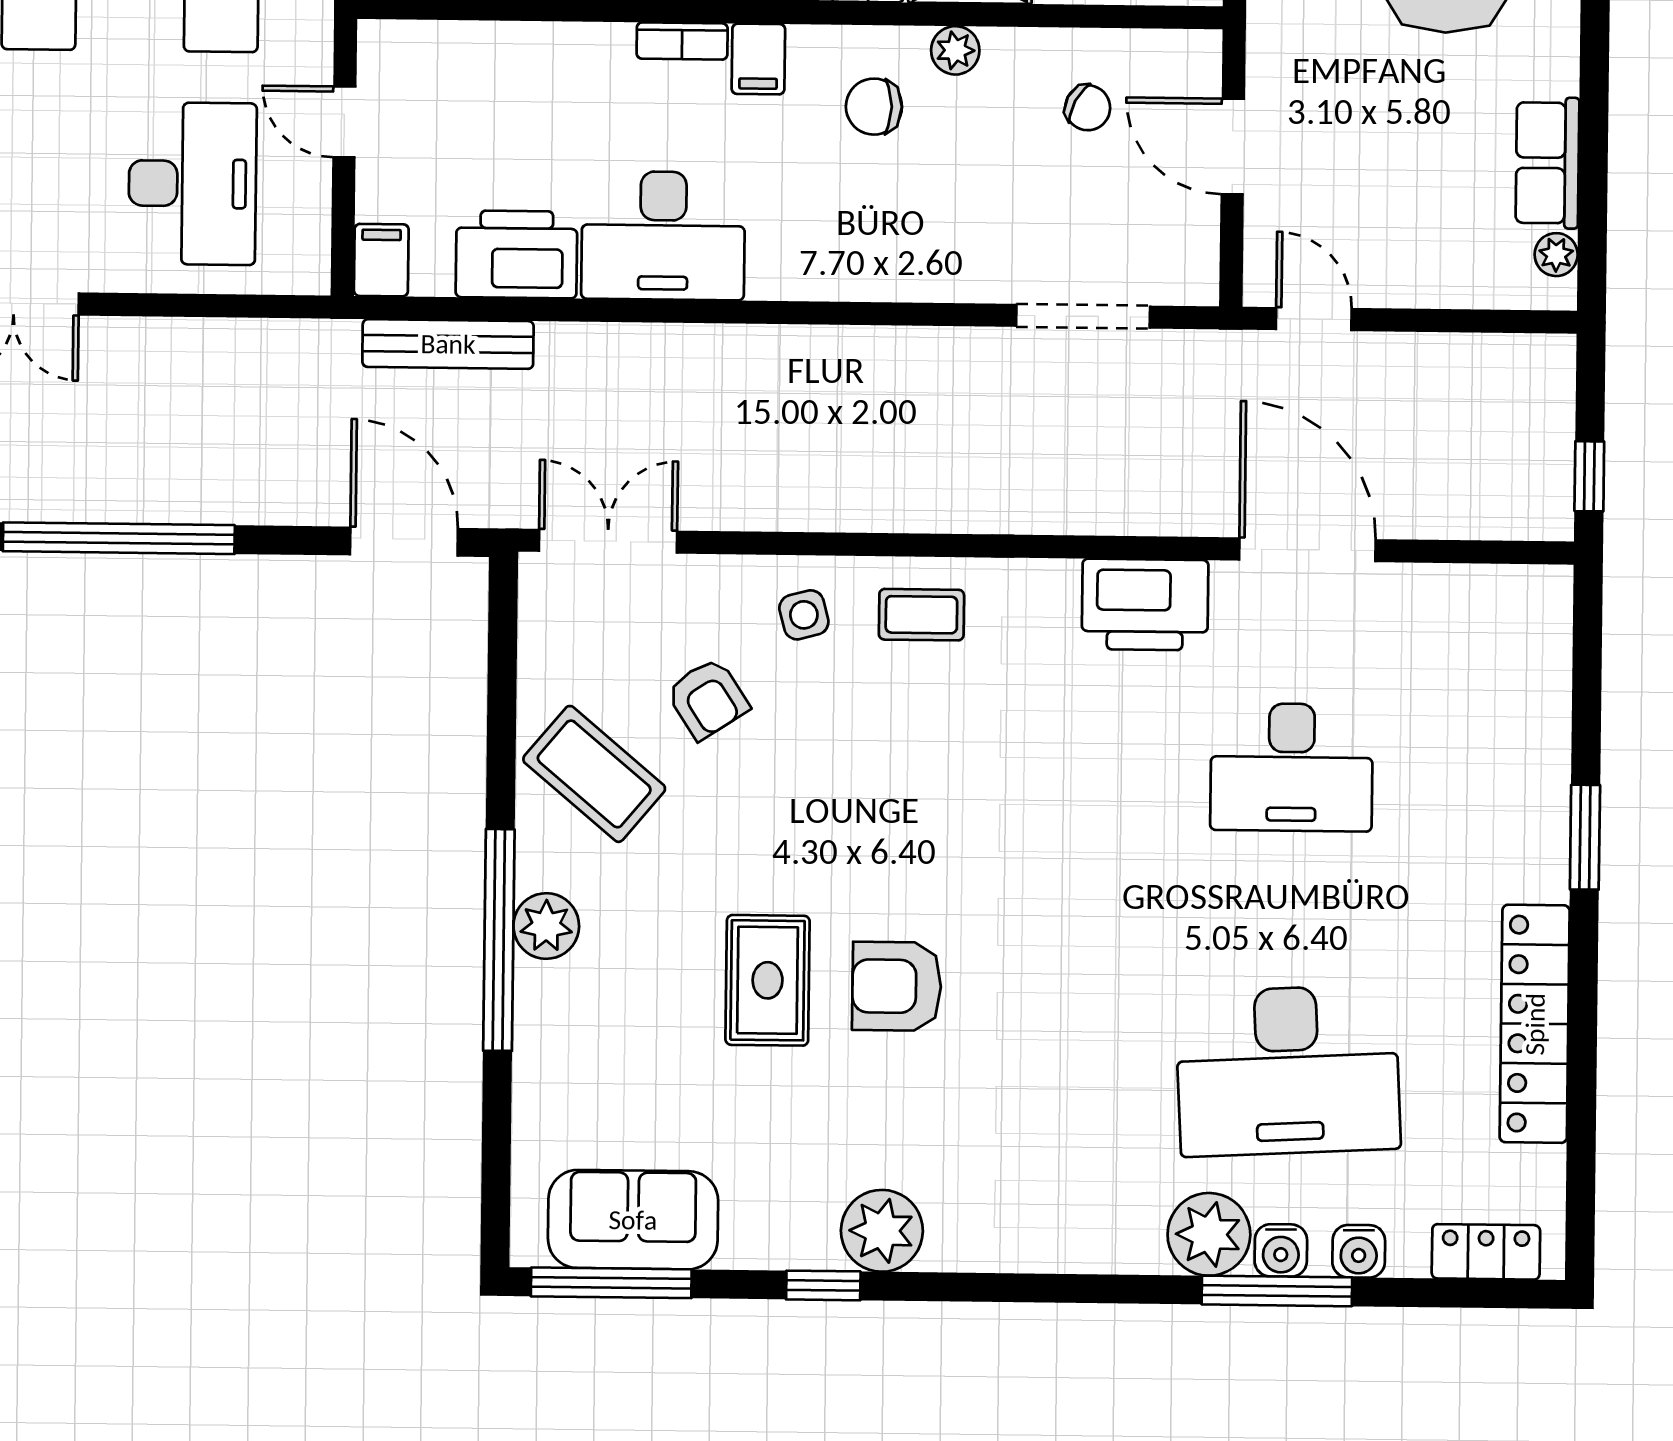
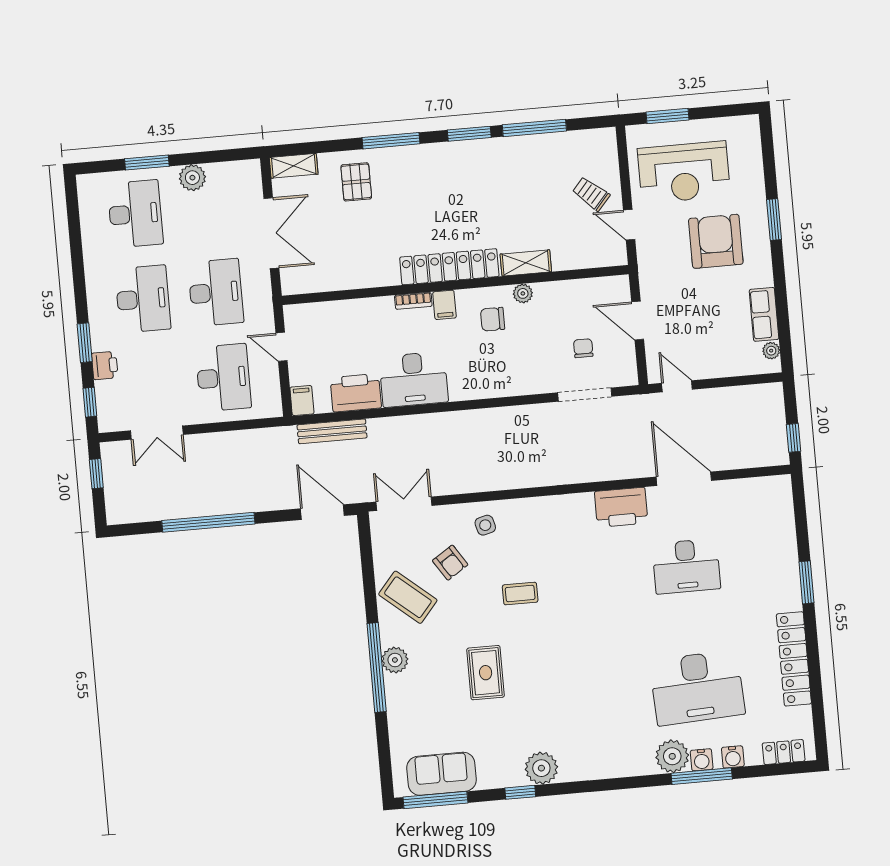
chair: (1088, 108) -> (583, 348), moved, turned -118
coffee table: (921, 615) -> (520, 594), moved
armchair: (897, 986) -> (537, 670), removed

